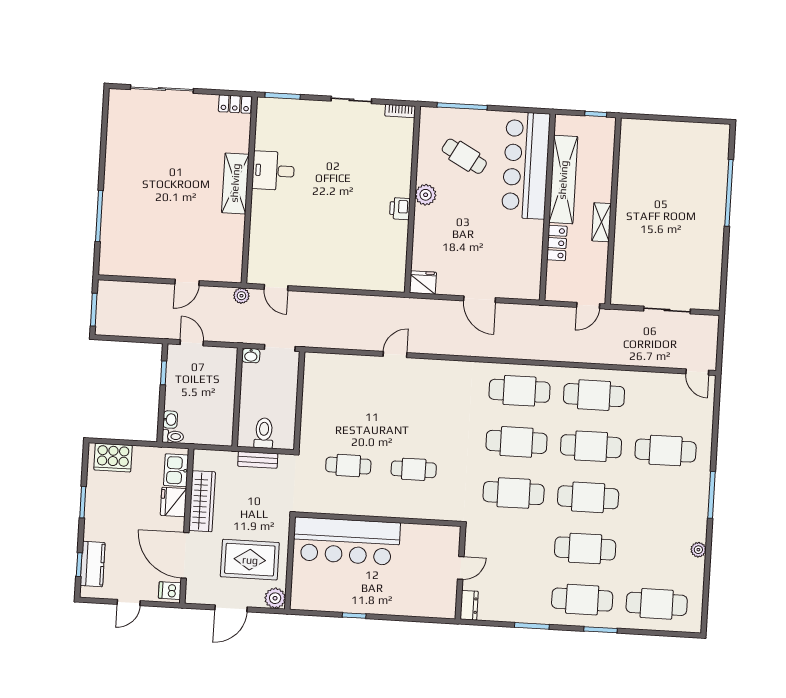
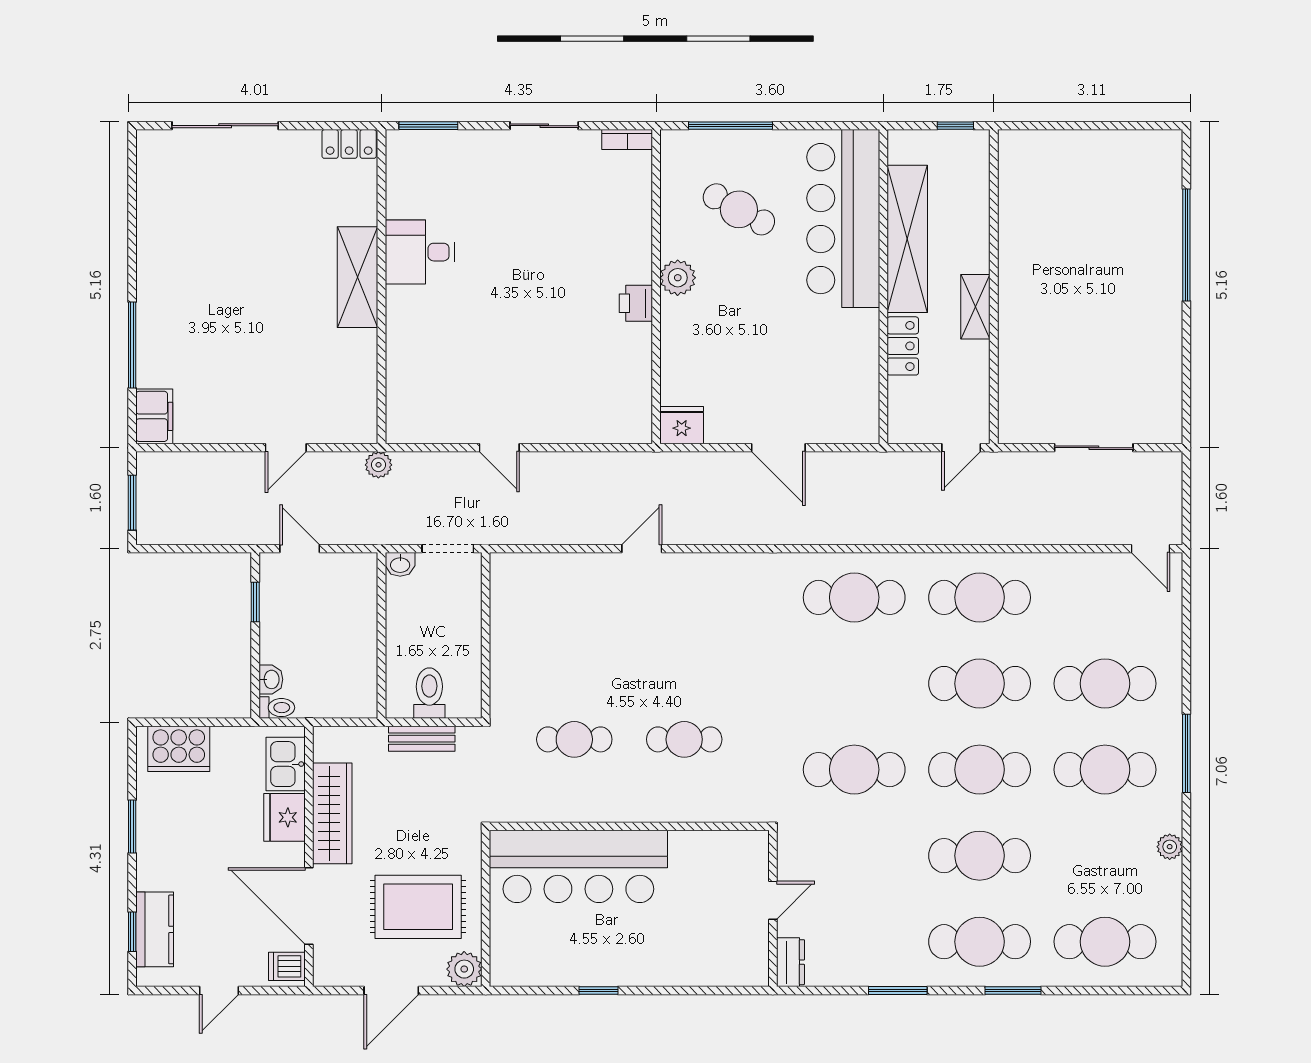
filing cabinet: (110, 259) -> (154, 416), added
door: (276, 287) -> (499, 448), moved
cafe table: (517, 442) -> (1105, 770), moved

